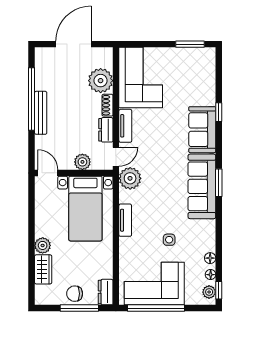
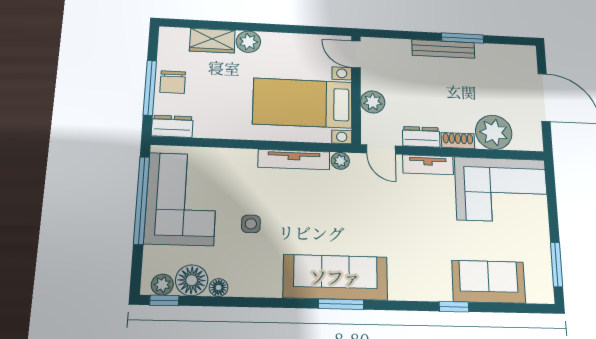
window: (32, 99) -> (463, 38), width x0.47
sofa: (202, 130) -> (489, 282), moved
door: (48, 173) -> (356, 54), swing flipped
plant: (130, 178) -> (340, 161), width x0.53, depth x0.53
tv unit: (125, 220) -> (294, 160), width x1.41
floor lamp: (211, 275) -> (192, 280), width x1.89, depth x1.89
chair: (75, 294) -> (173, 82), turned 180

